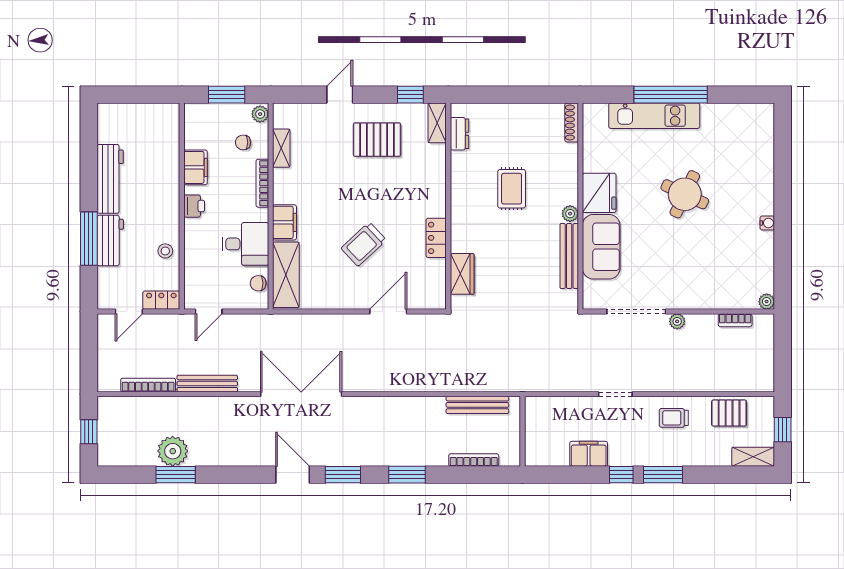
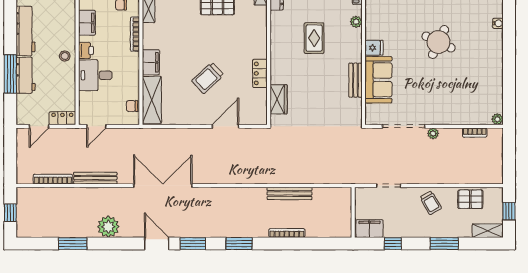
fridge: (599, 193) -> (374, 48), width x0.53, depth x0.75
plant: (570, 214) -> (356, 22), moved
water cooler: (767, 223) -> (498, 23), moved
desk: (245, 244) -> (95, 75), moved, turned 180
stool: (165, 251) -> (65, 56), moved
bench: (569, 256) -> (355, 80), width x0.73
trolley: (674, 418) -> (431, 203), turned -120
wall: (523, 431) -> (353, 212), moved
plant: (173, 451) -> (108, 227), moved
window: (663, 475) -> (444, 244), moved

